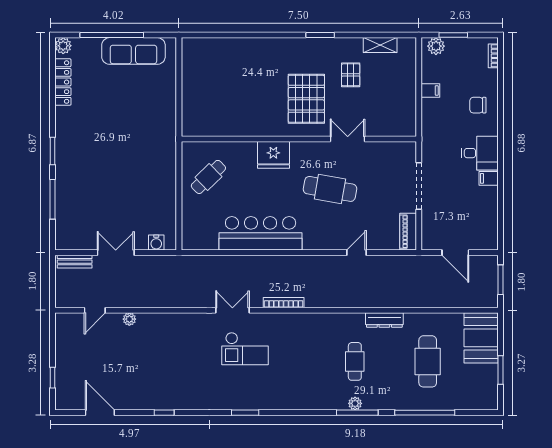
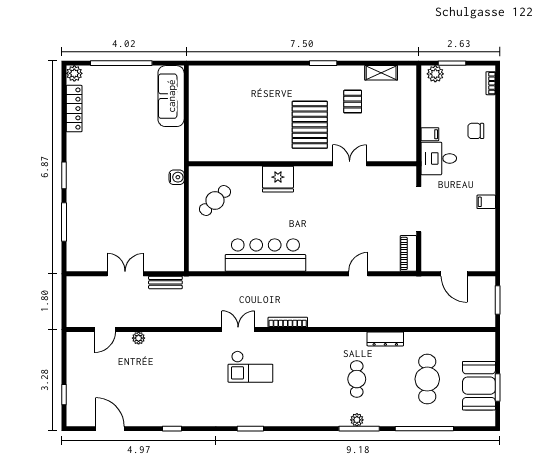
sofa: (133, 51) -> (171, 96), moved, turned 90
filing cabinet: (430, 90) -> (430, 134), moved
desk: (480, 153) -> (439, 158), moved, turned 180
cafe table: (330, 189) -> (333, 212), removed
water cooler: (156, 243) -> (177, 177), moved, turned -90
bench: (75, 262) -> (165, 282), moved
booth: (481, 338) -> (479, 386), moved

